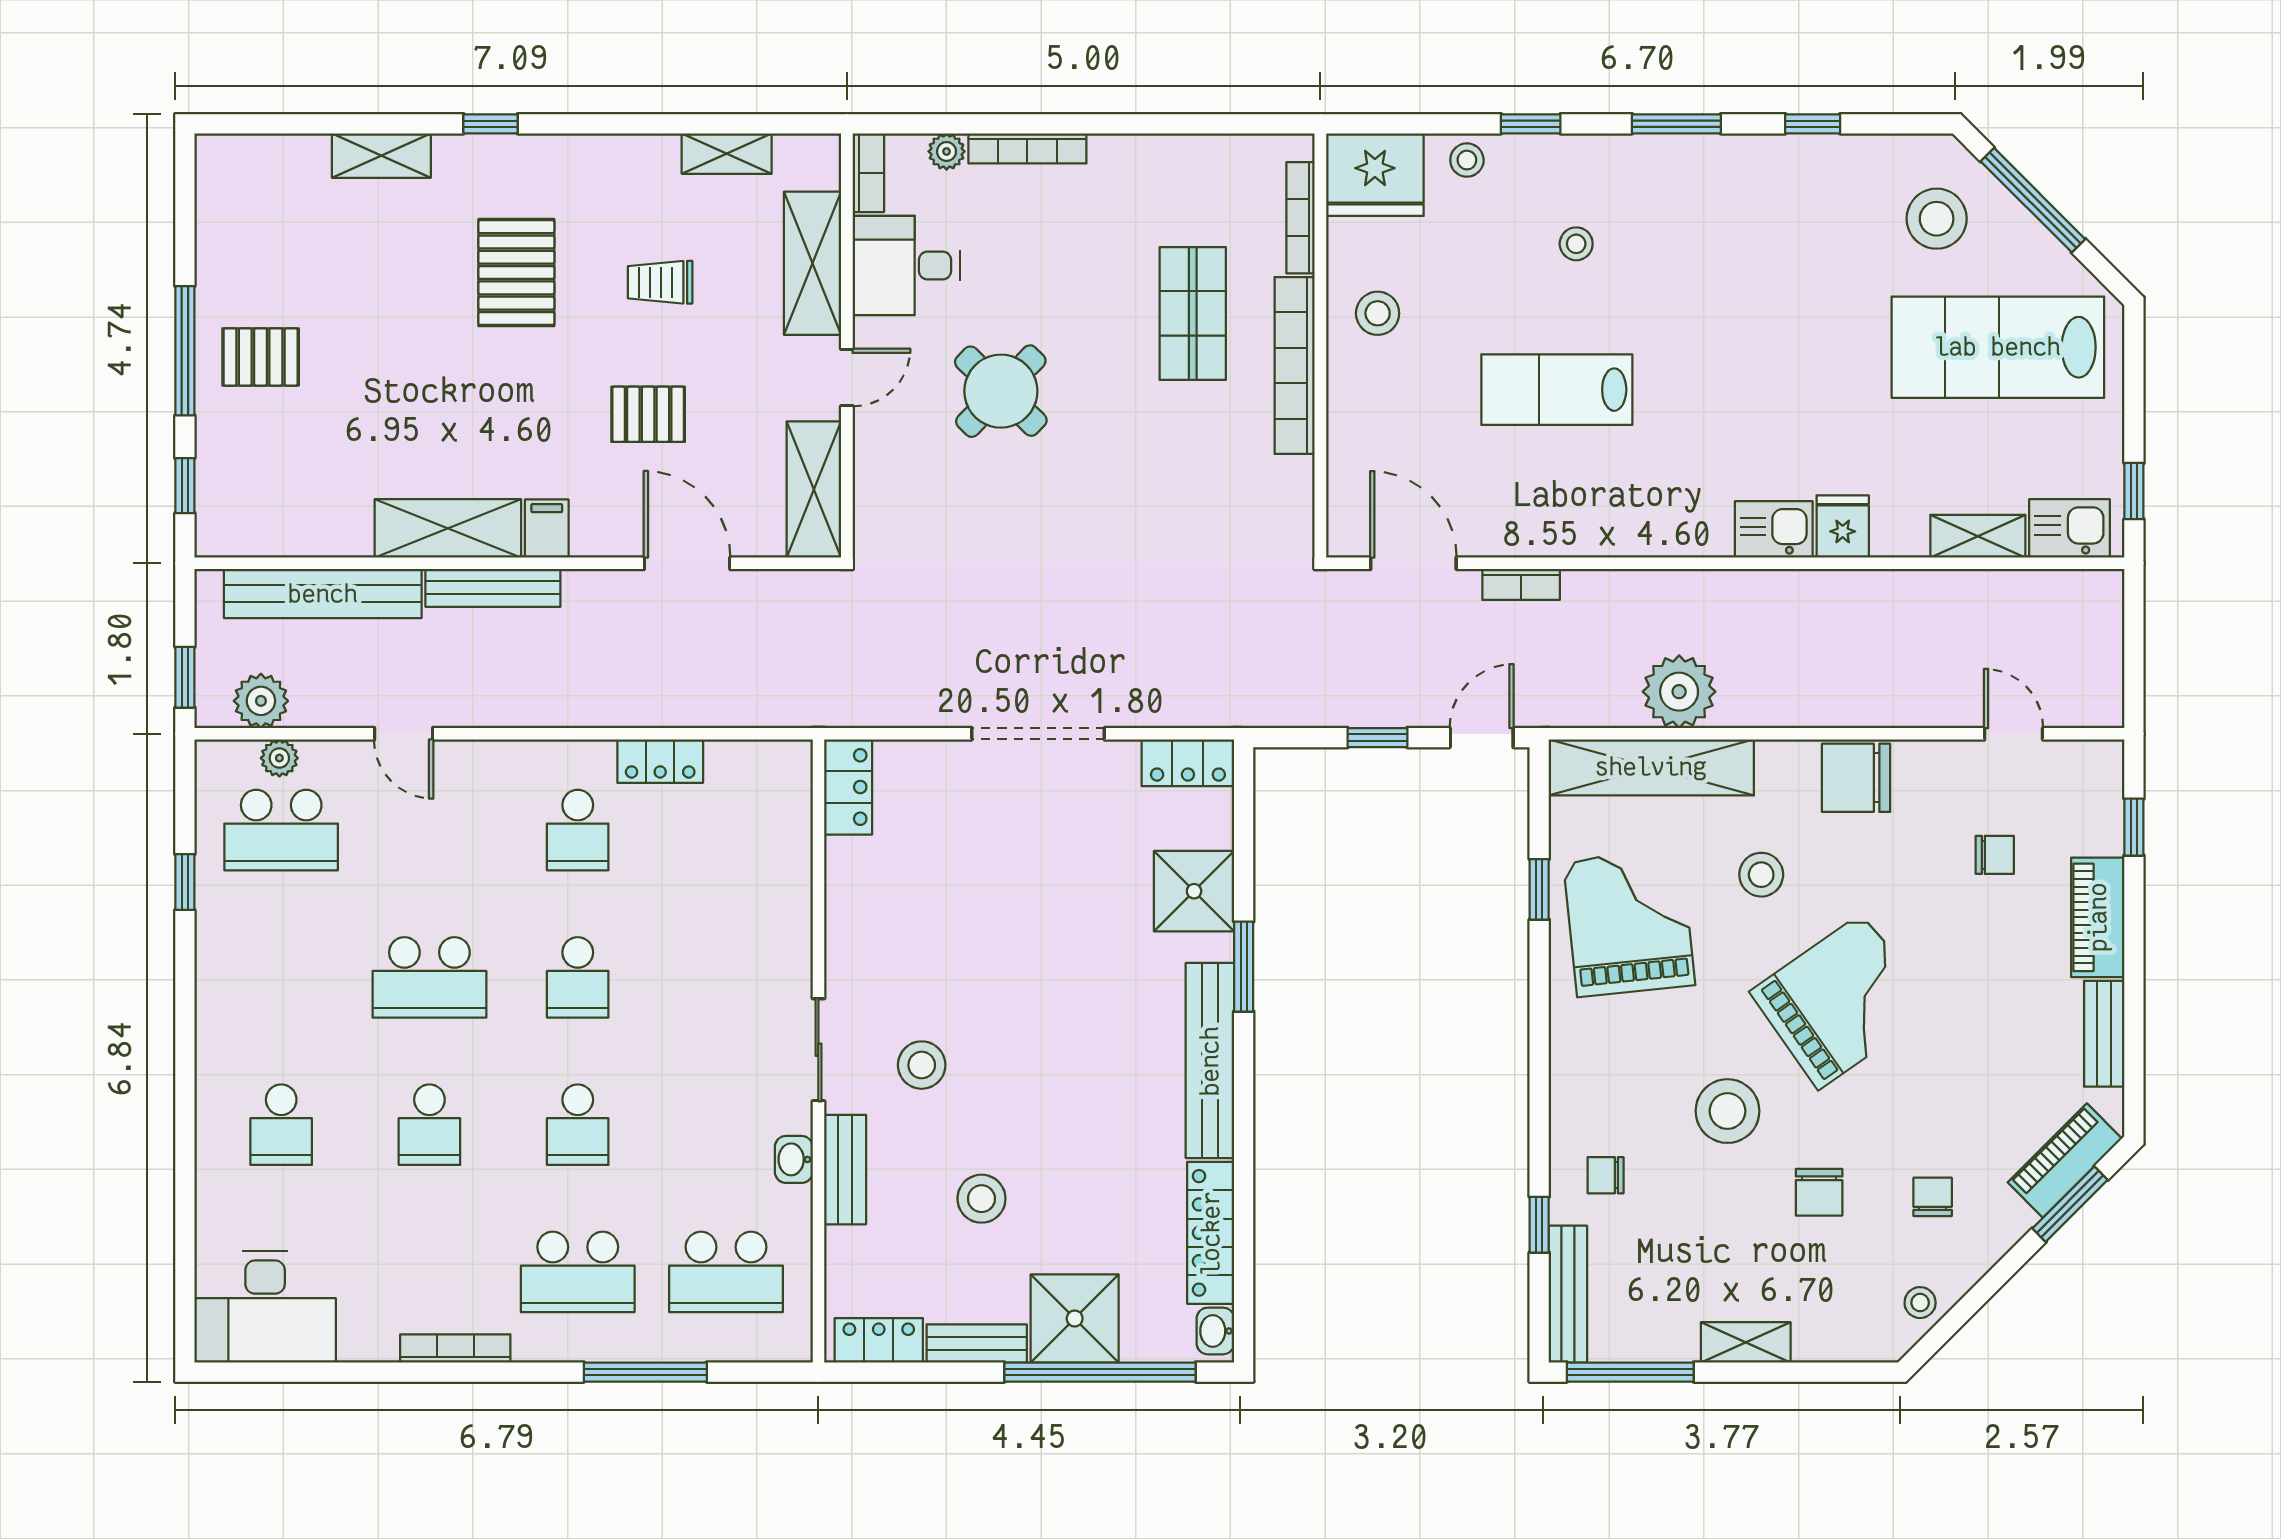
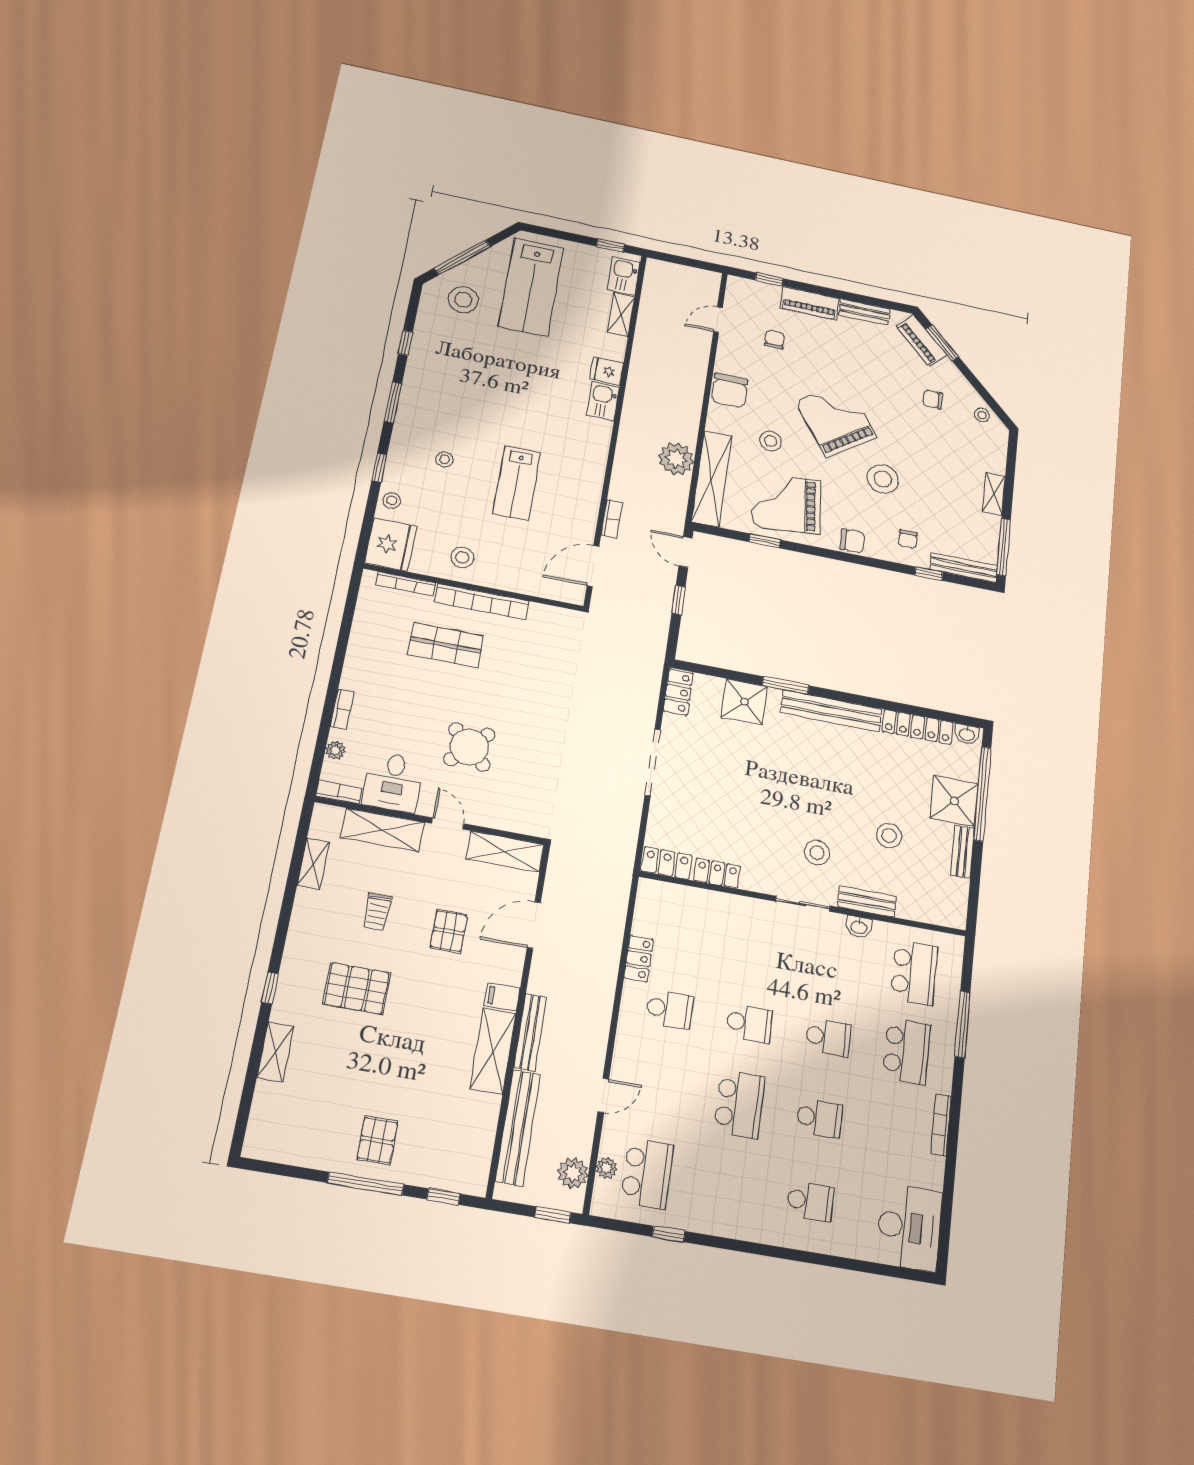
bookcase: (1027, 148) -> (342, 709), width x0.64
chair: (1819, 1192) -> (852, 541), moved
locker: (879, 1340) -> (717, 873), moved, turned 90

